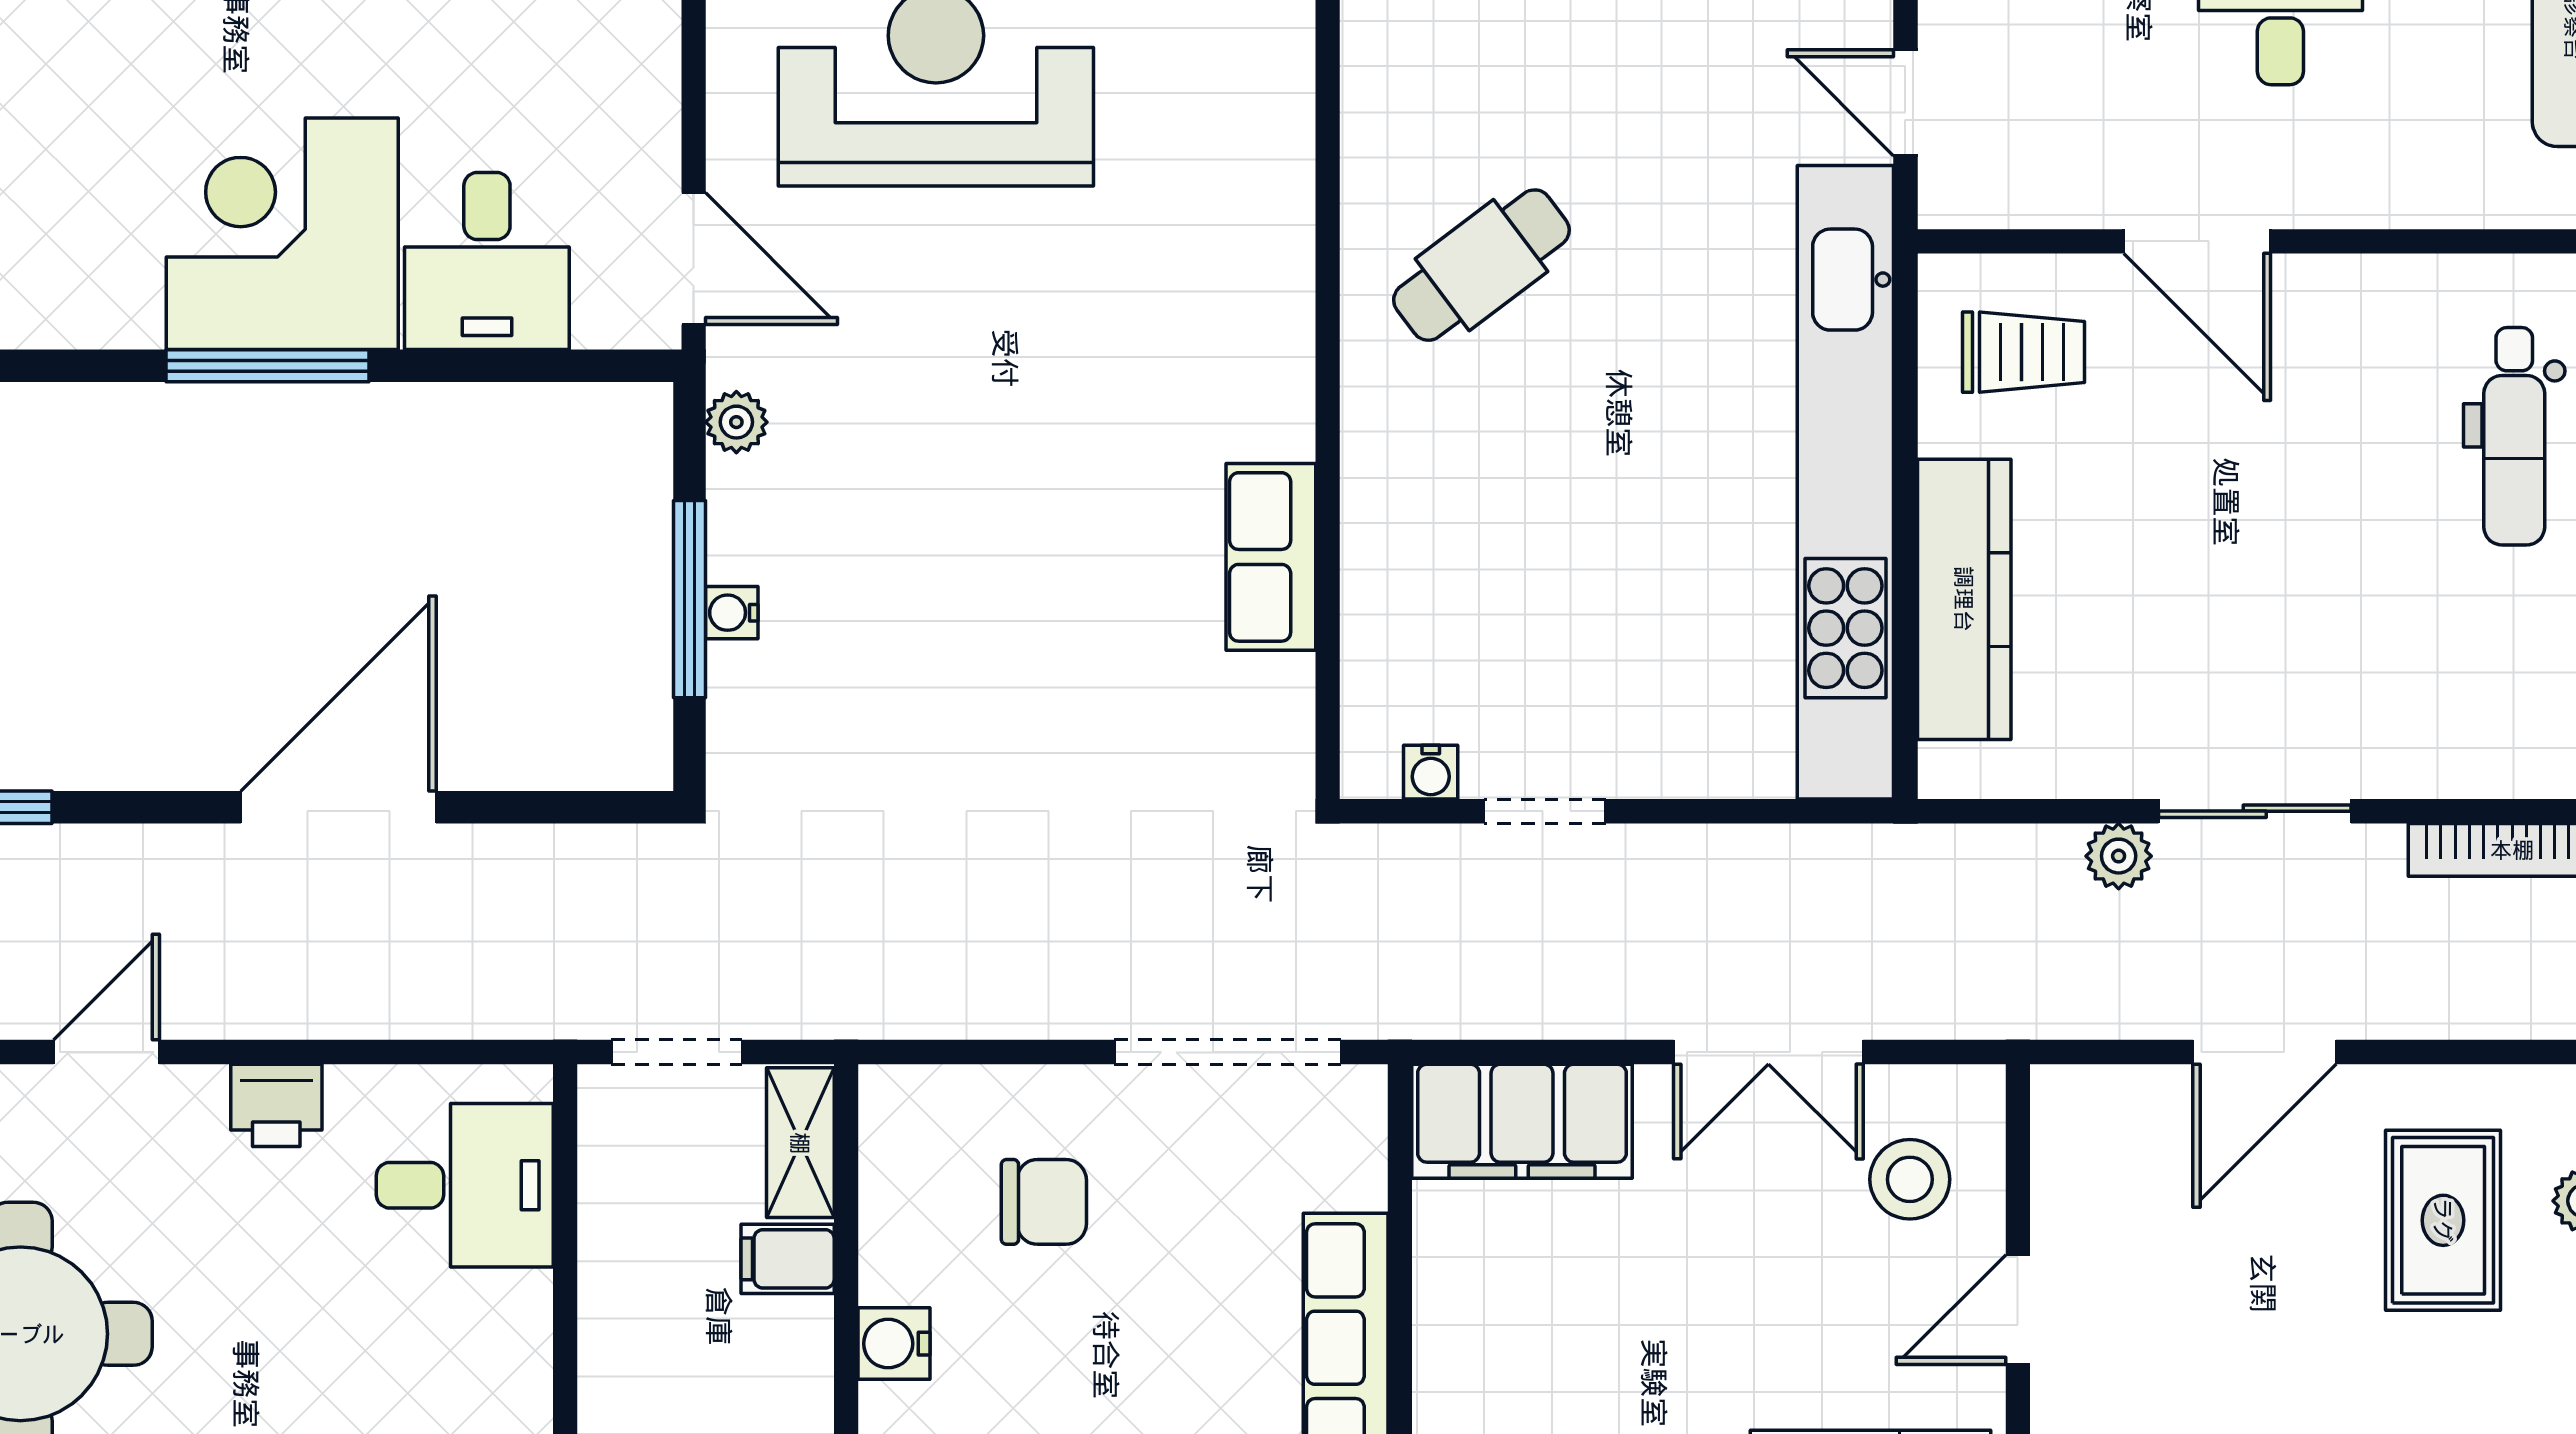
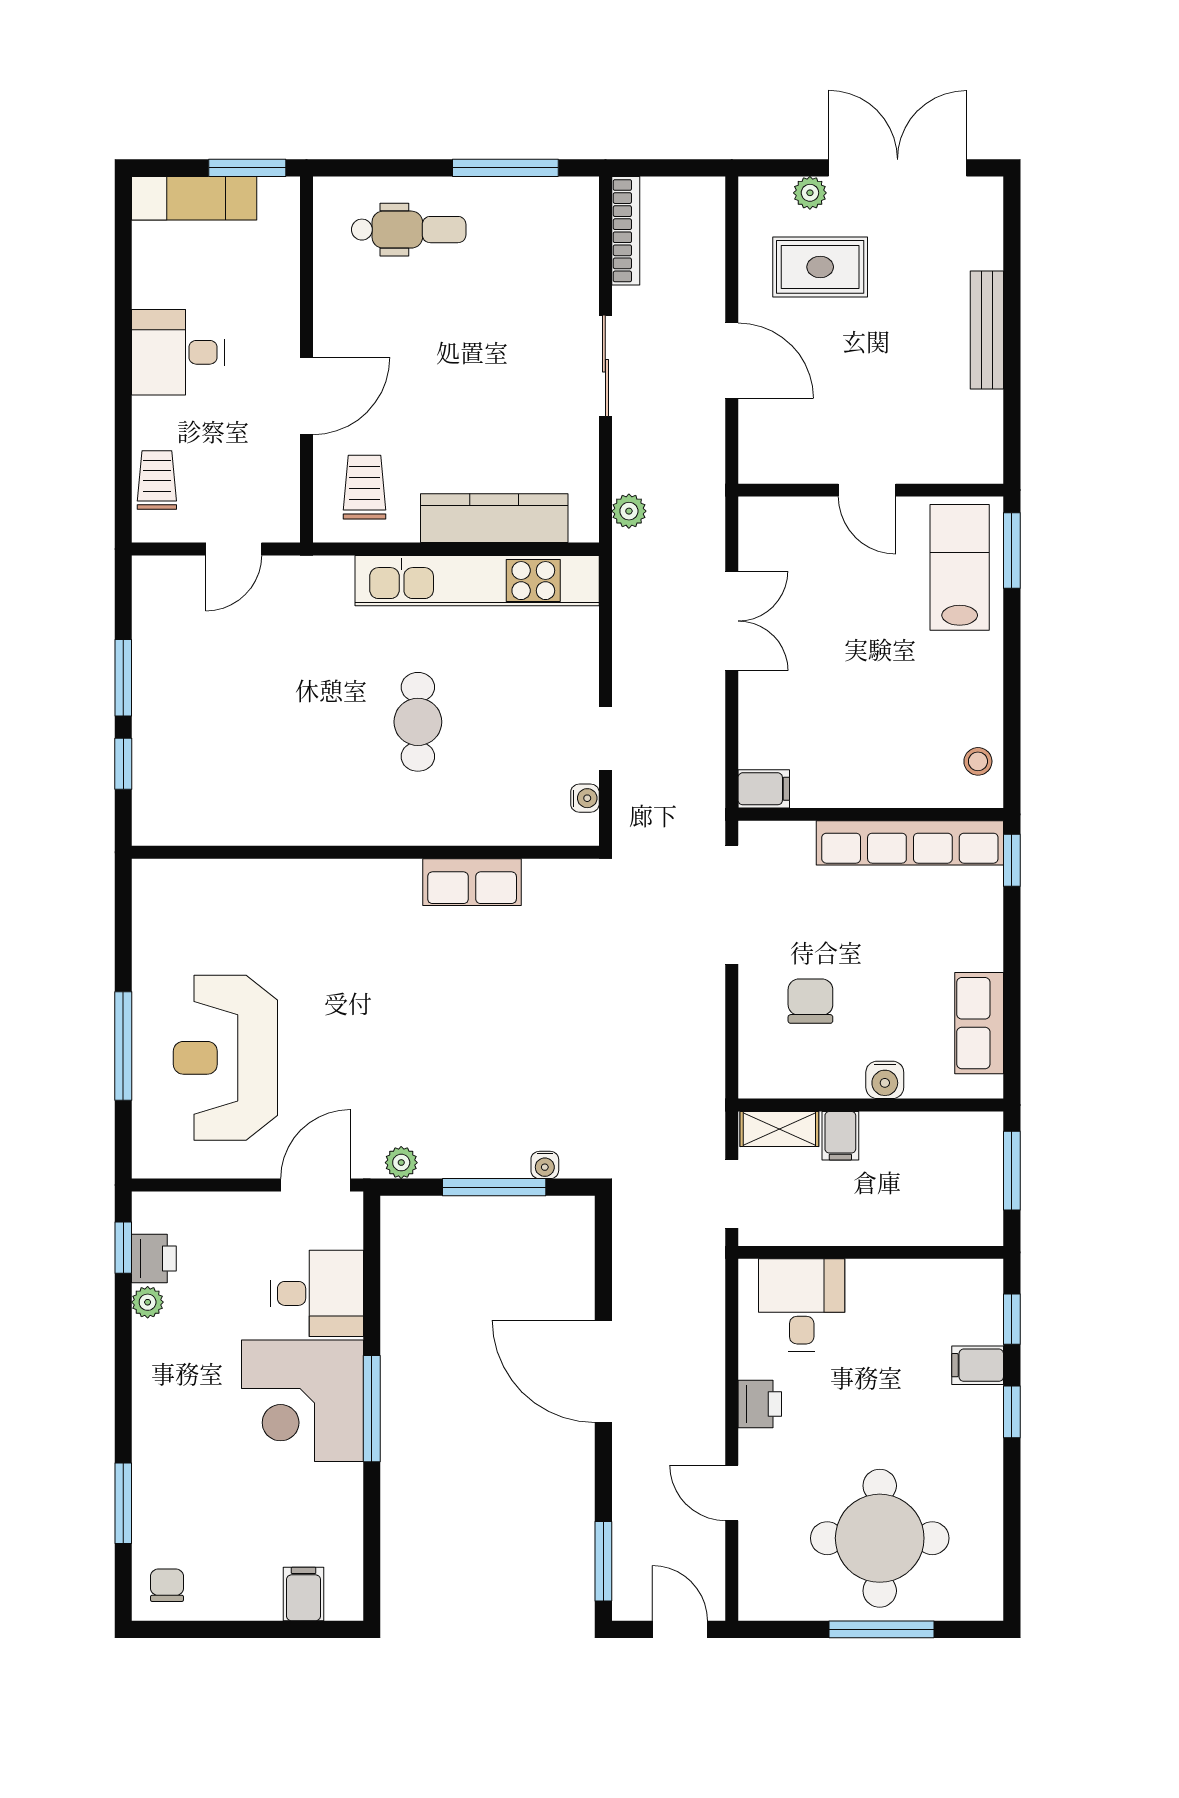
cafe table: (1481, 265) -> (418, 722), moved, turned 37
kitchen unit: (1845, 482) -> (477, 581), width x0.73
water cooler: (732, 613) -> (545, 1165), moved
plant: (2119, 856) -> (629, 511), moved
filing cabinet: (1522, 1121) -> (764, 789), width x0.33, depth x0.86
stool: (1910, 1179) -> (799, 547), removed

